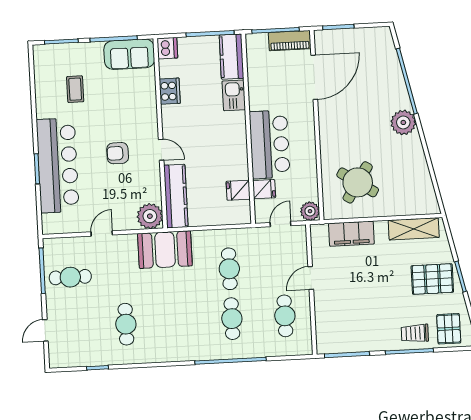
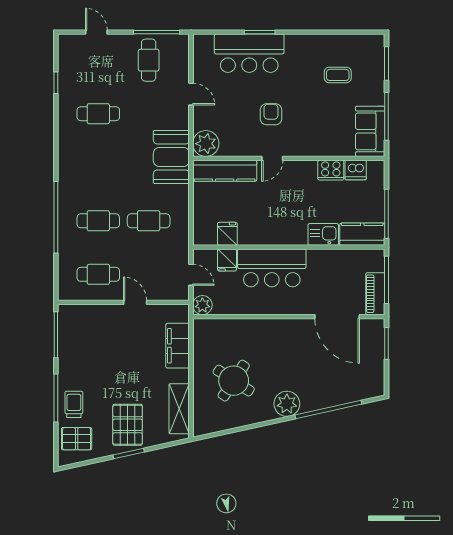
dishwasher: (167, 48) -> (356, 170), moved
bar counter: (58, 165) -> (249, 53), width x0.73
round table: (358, 182) -> (234, 381), moved

